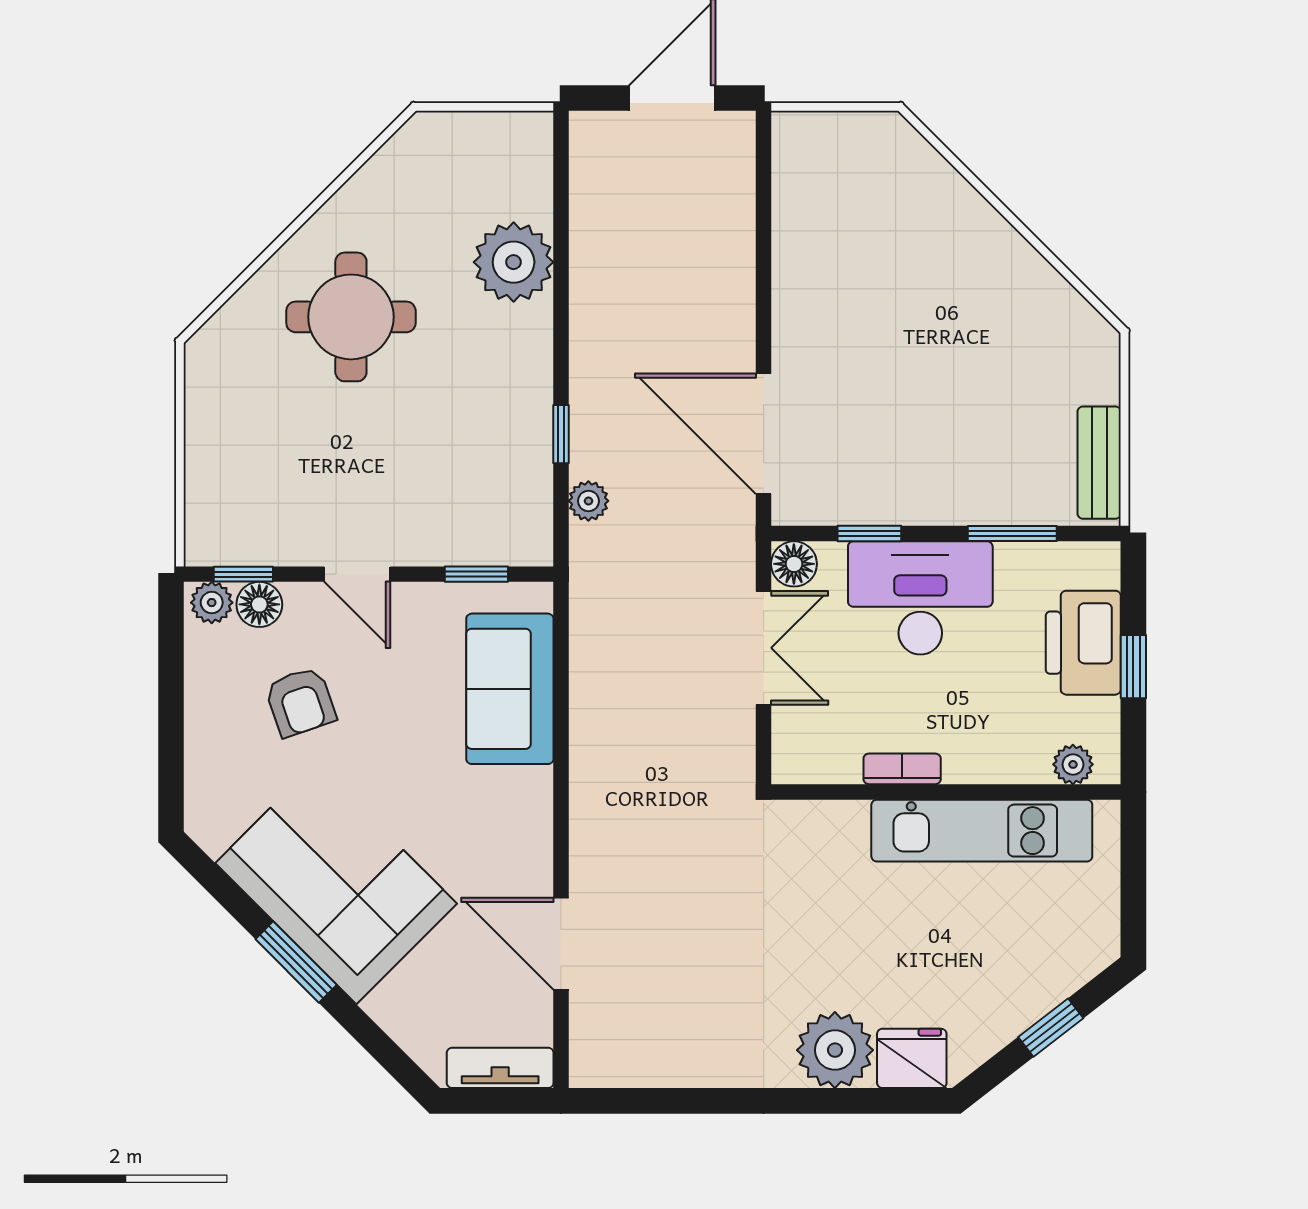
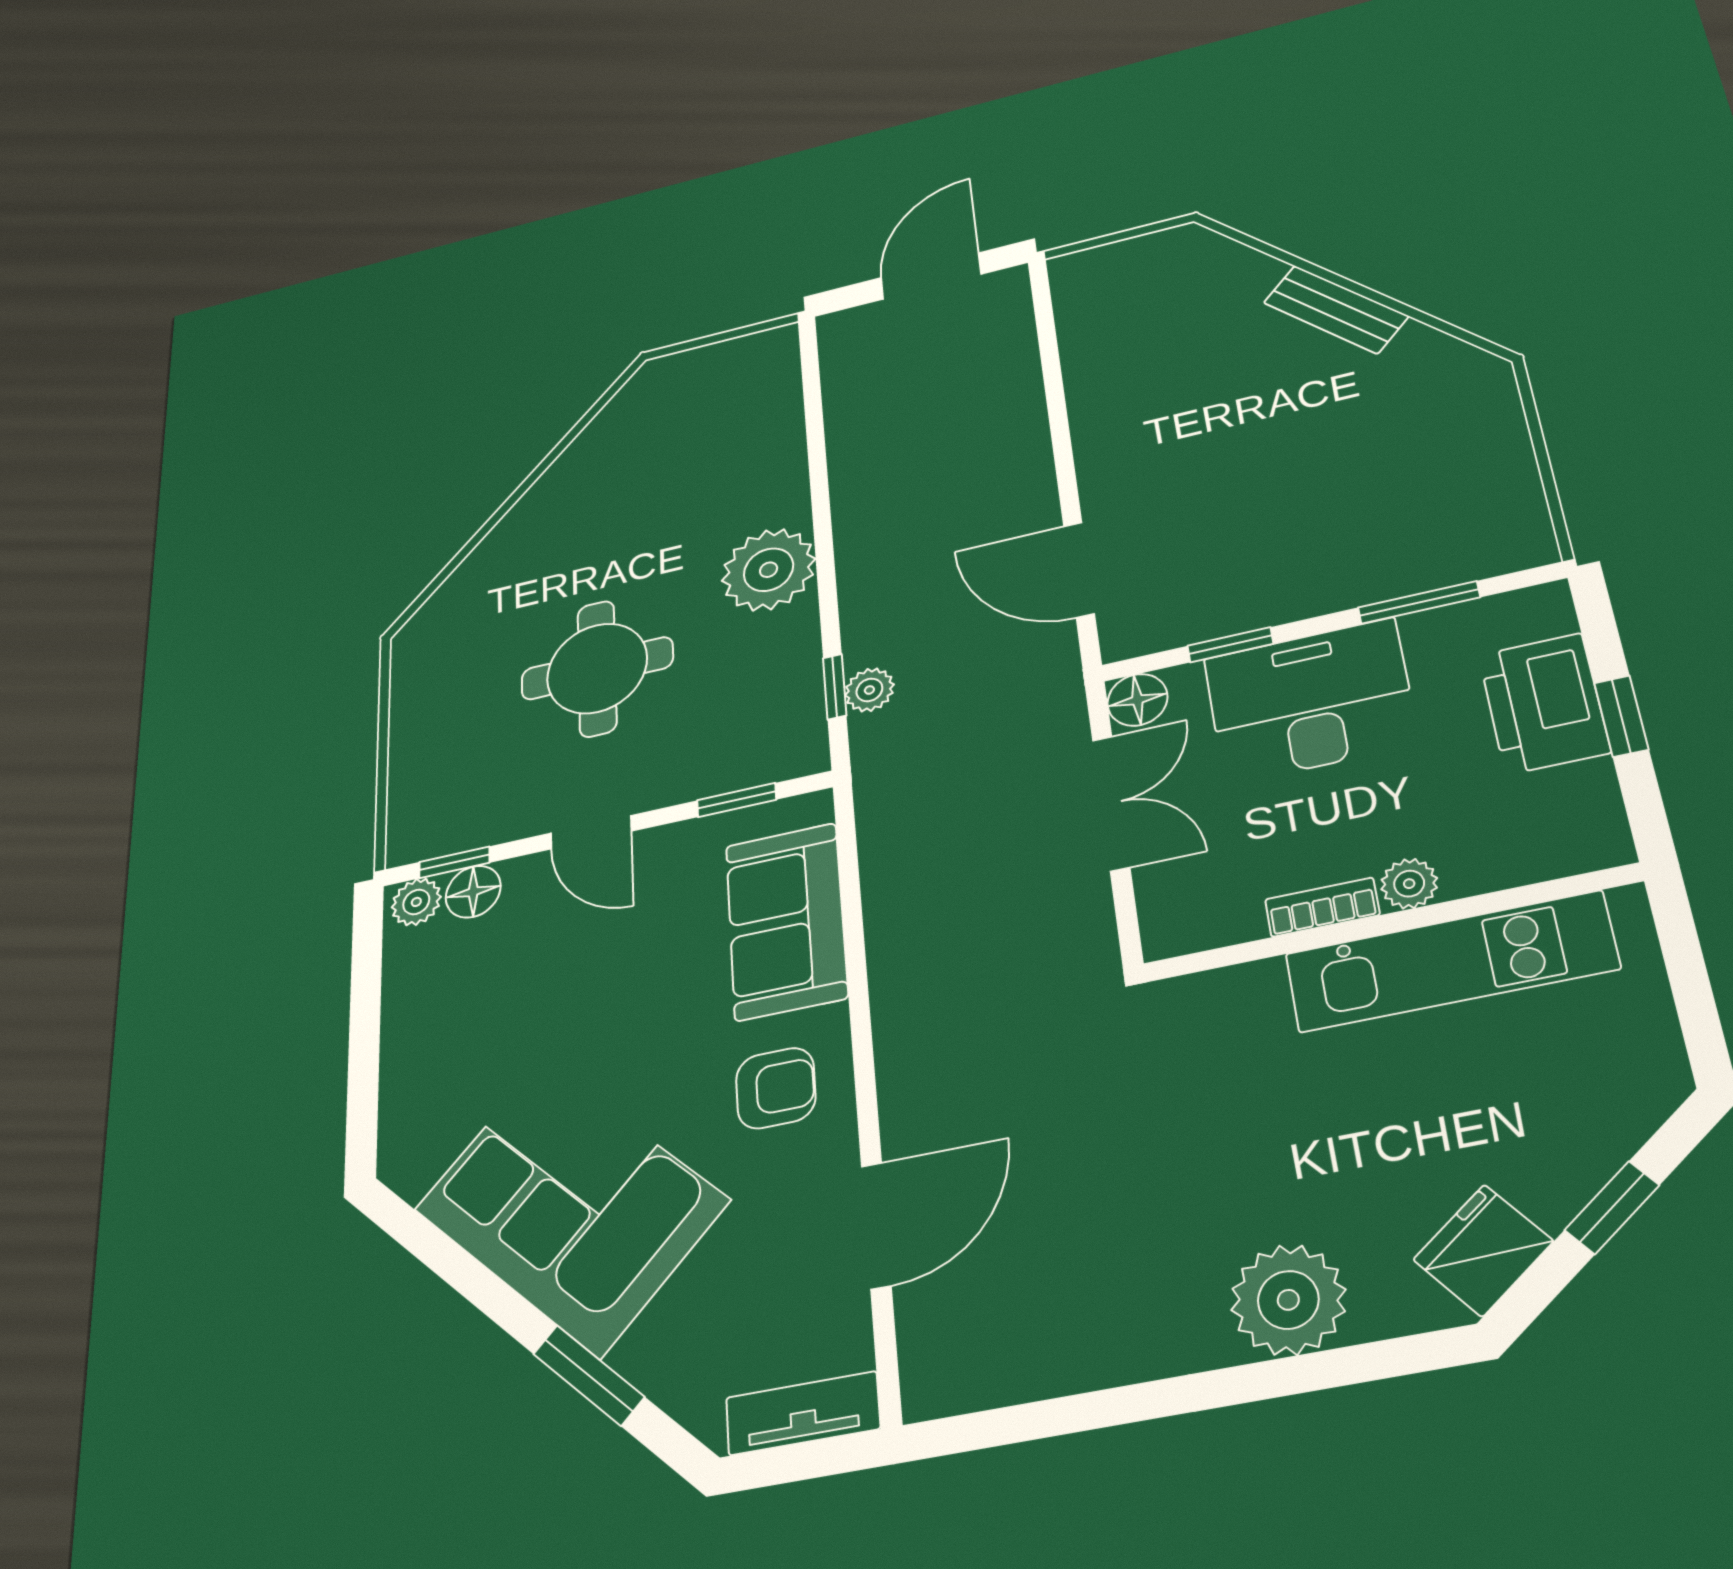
plant: (514, 262) -> (769, 570), moved
round table: (351, 317) -> (597, 668), moved
window: (561, 434) -> (835, 687), moved
door: (764, 434) -> (1079, 570), width x0.73
bench: (1099, 463) -> (1336, 309), moved, turned -45
armchair: (300, 702) -> (776, 1088), moved, turned -71
plant: (1073, 764) -> (1409, 884), moved
door: (561, 944) -> (876, 1225), swing flipped
window: (296, 962) -> (589, 1375), moved
fridge: (912, 1058) -> (1483, 1250), moved, turned -38

